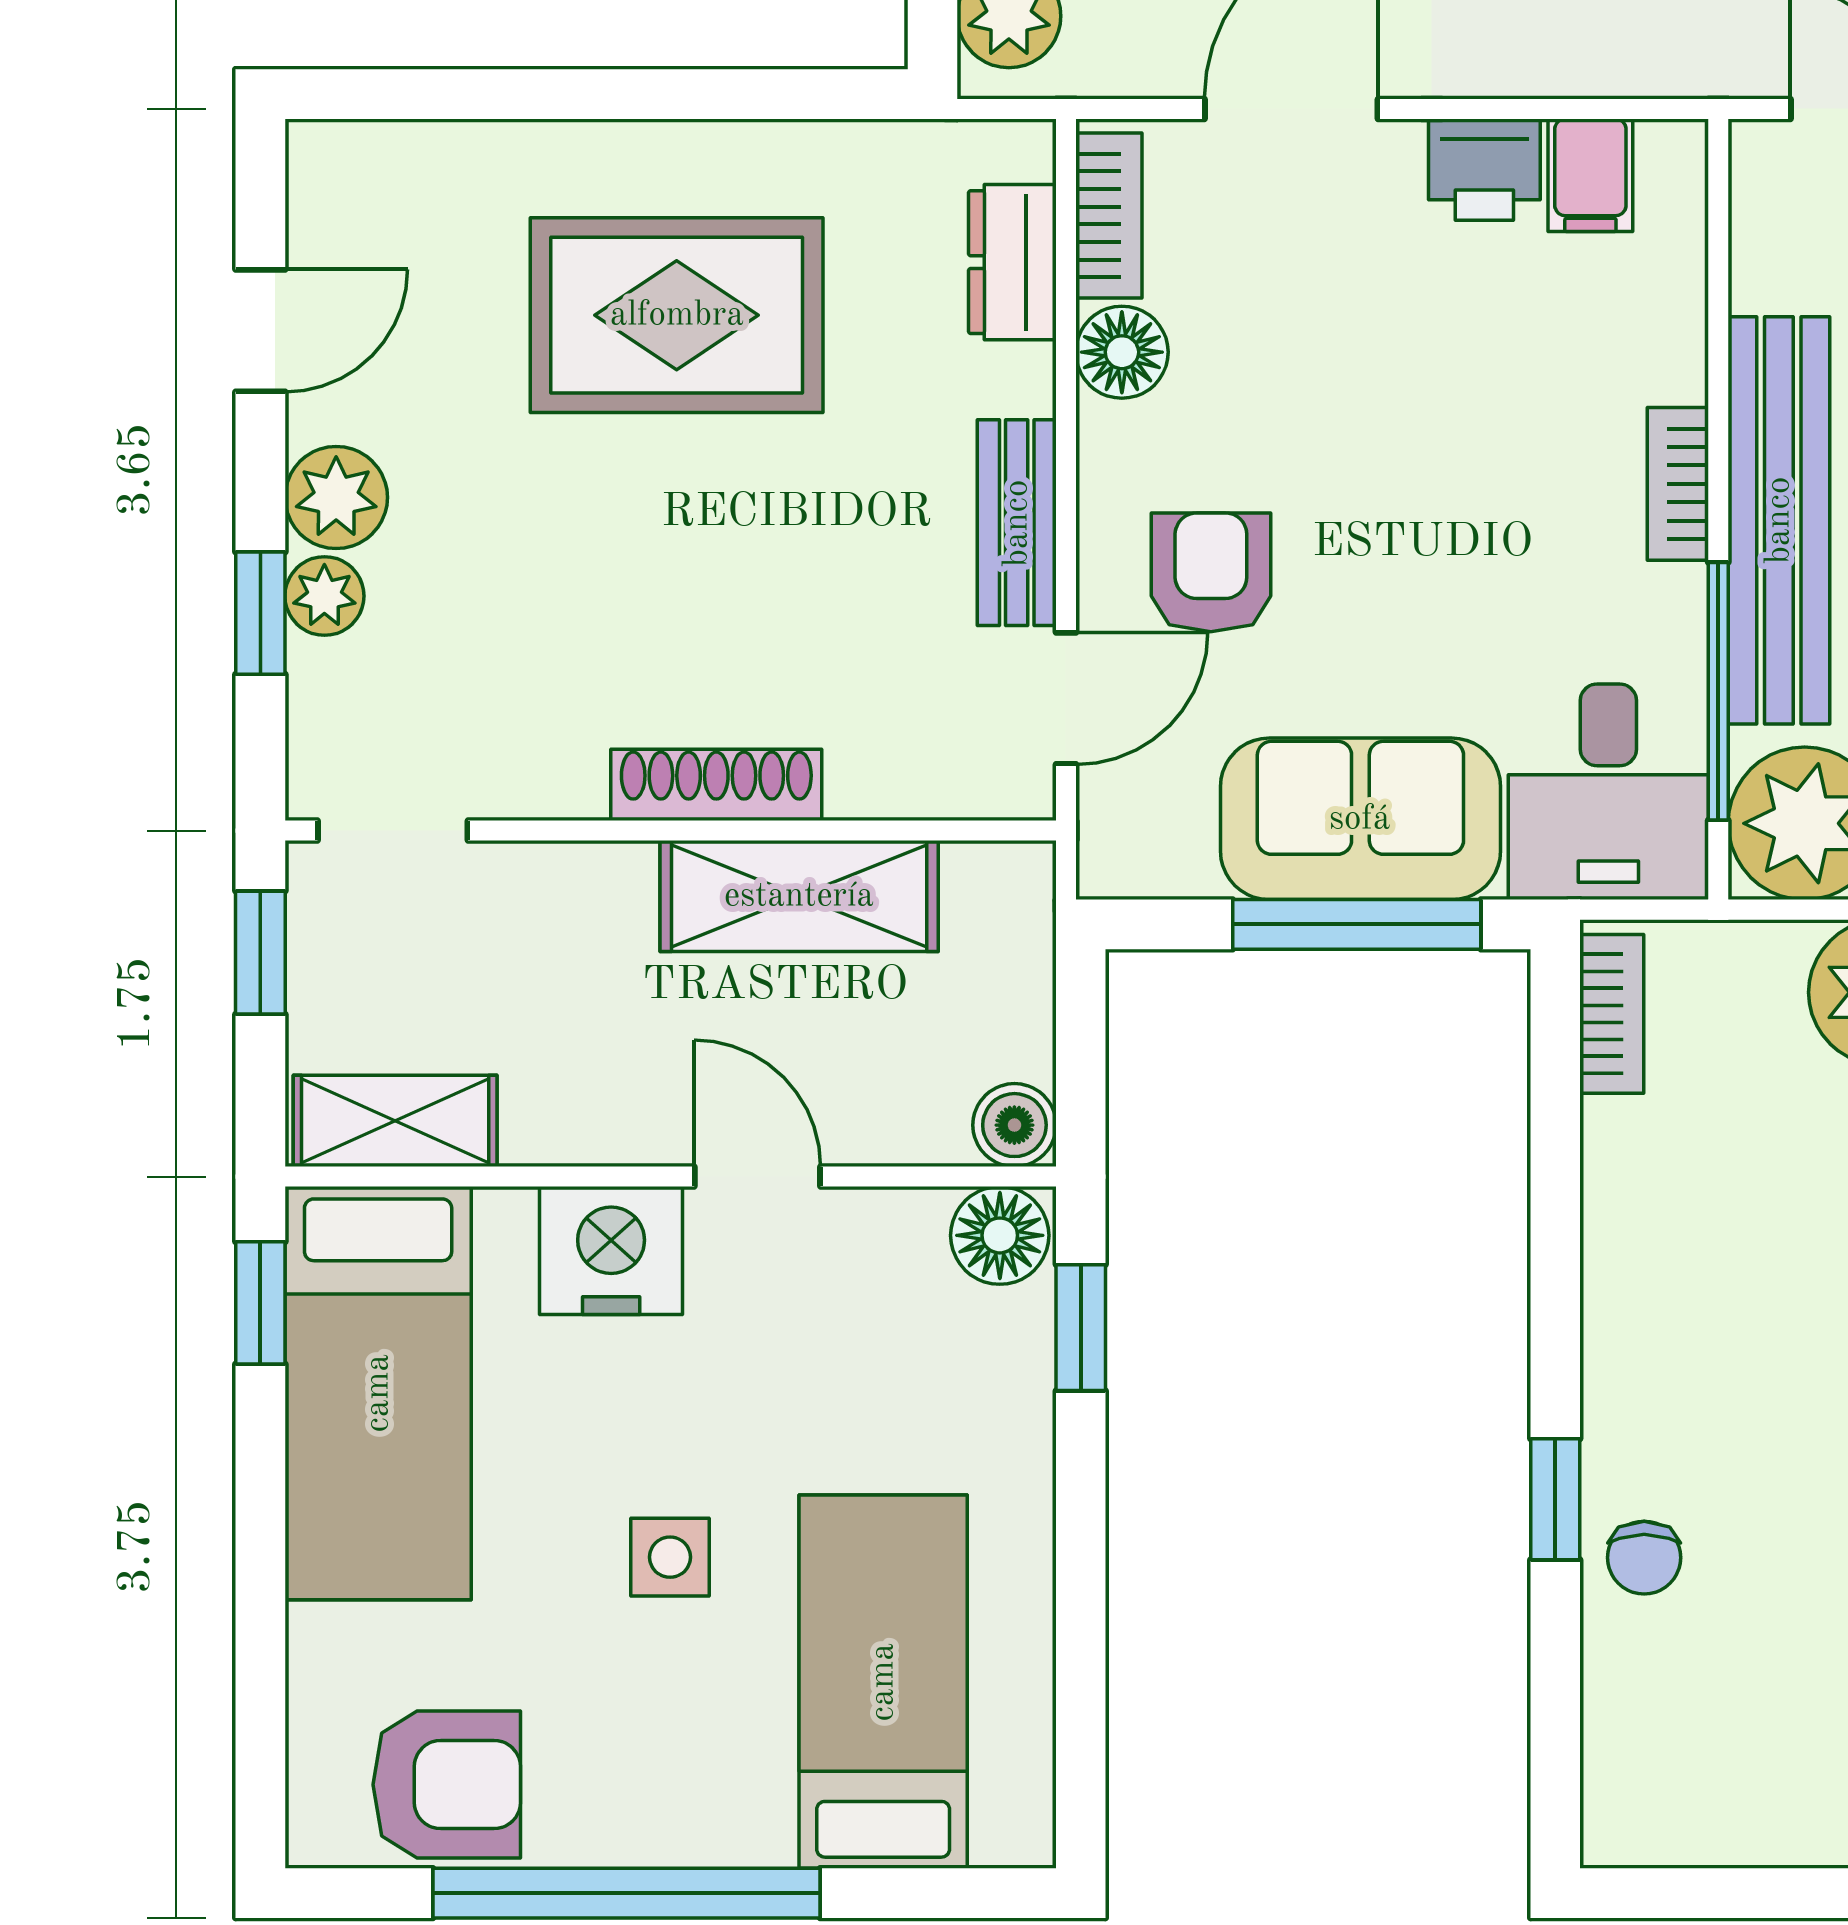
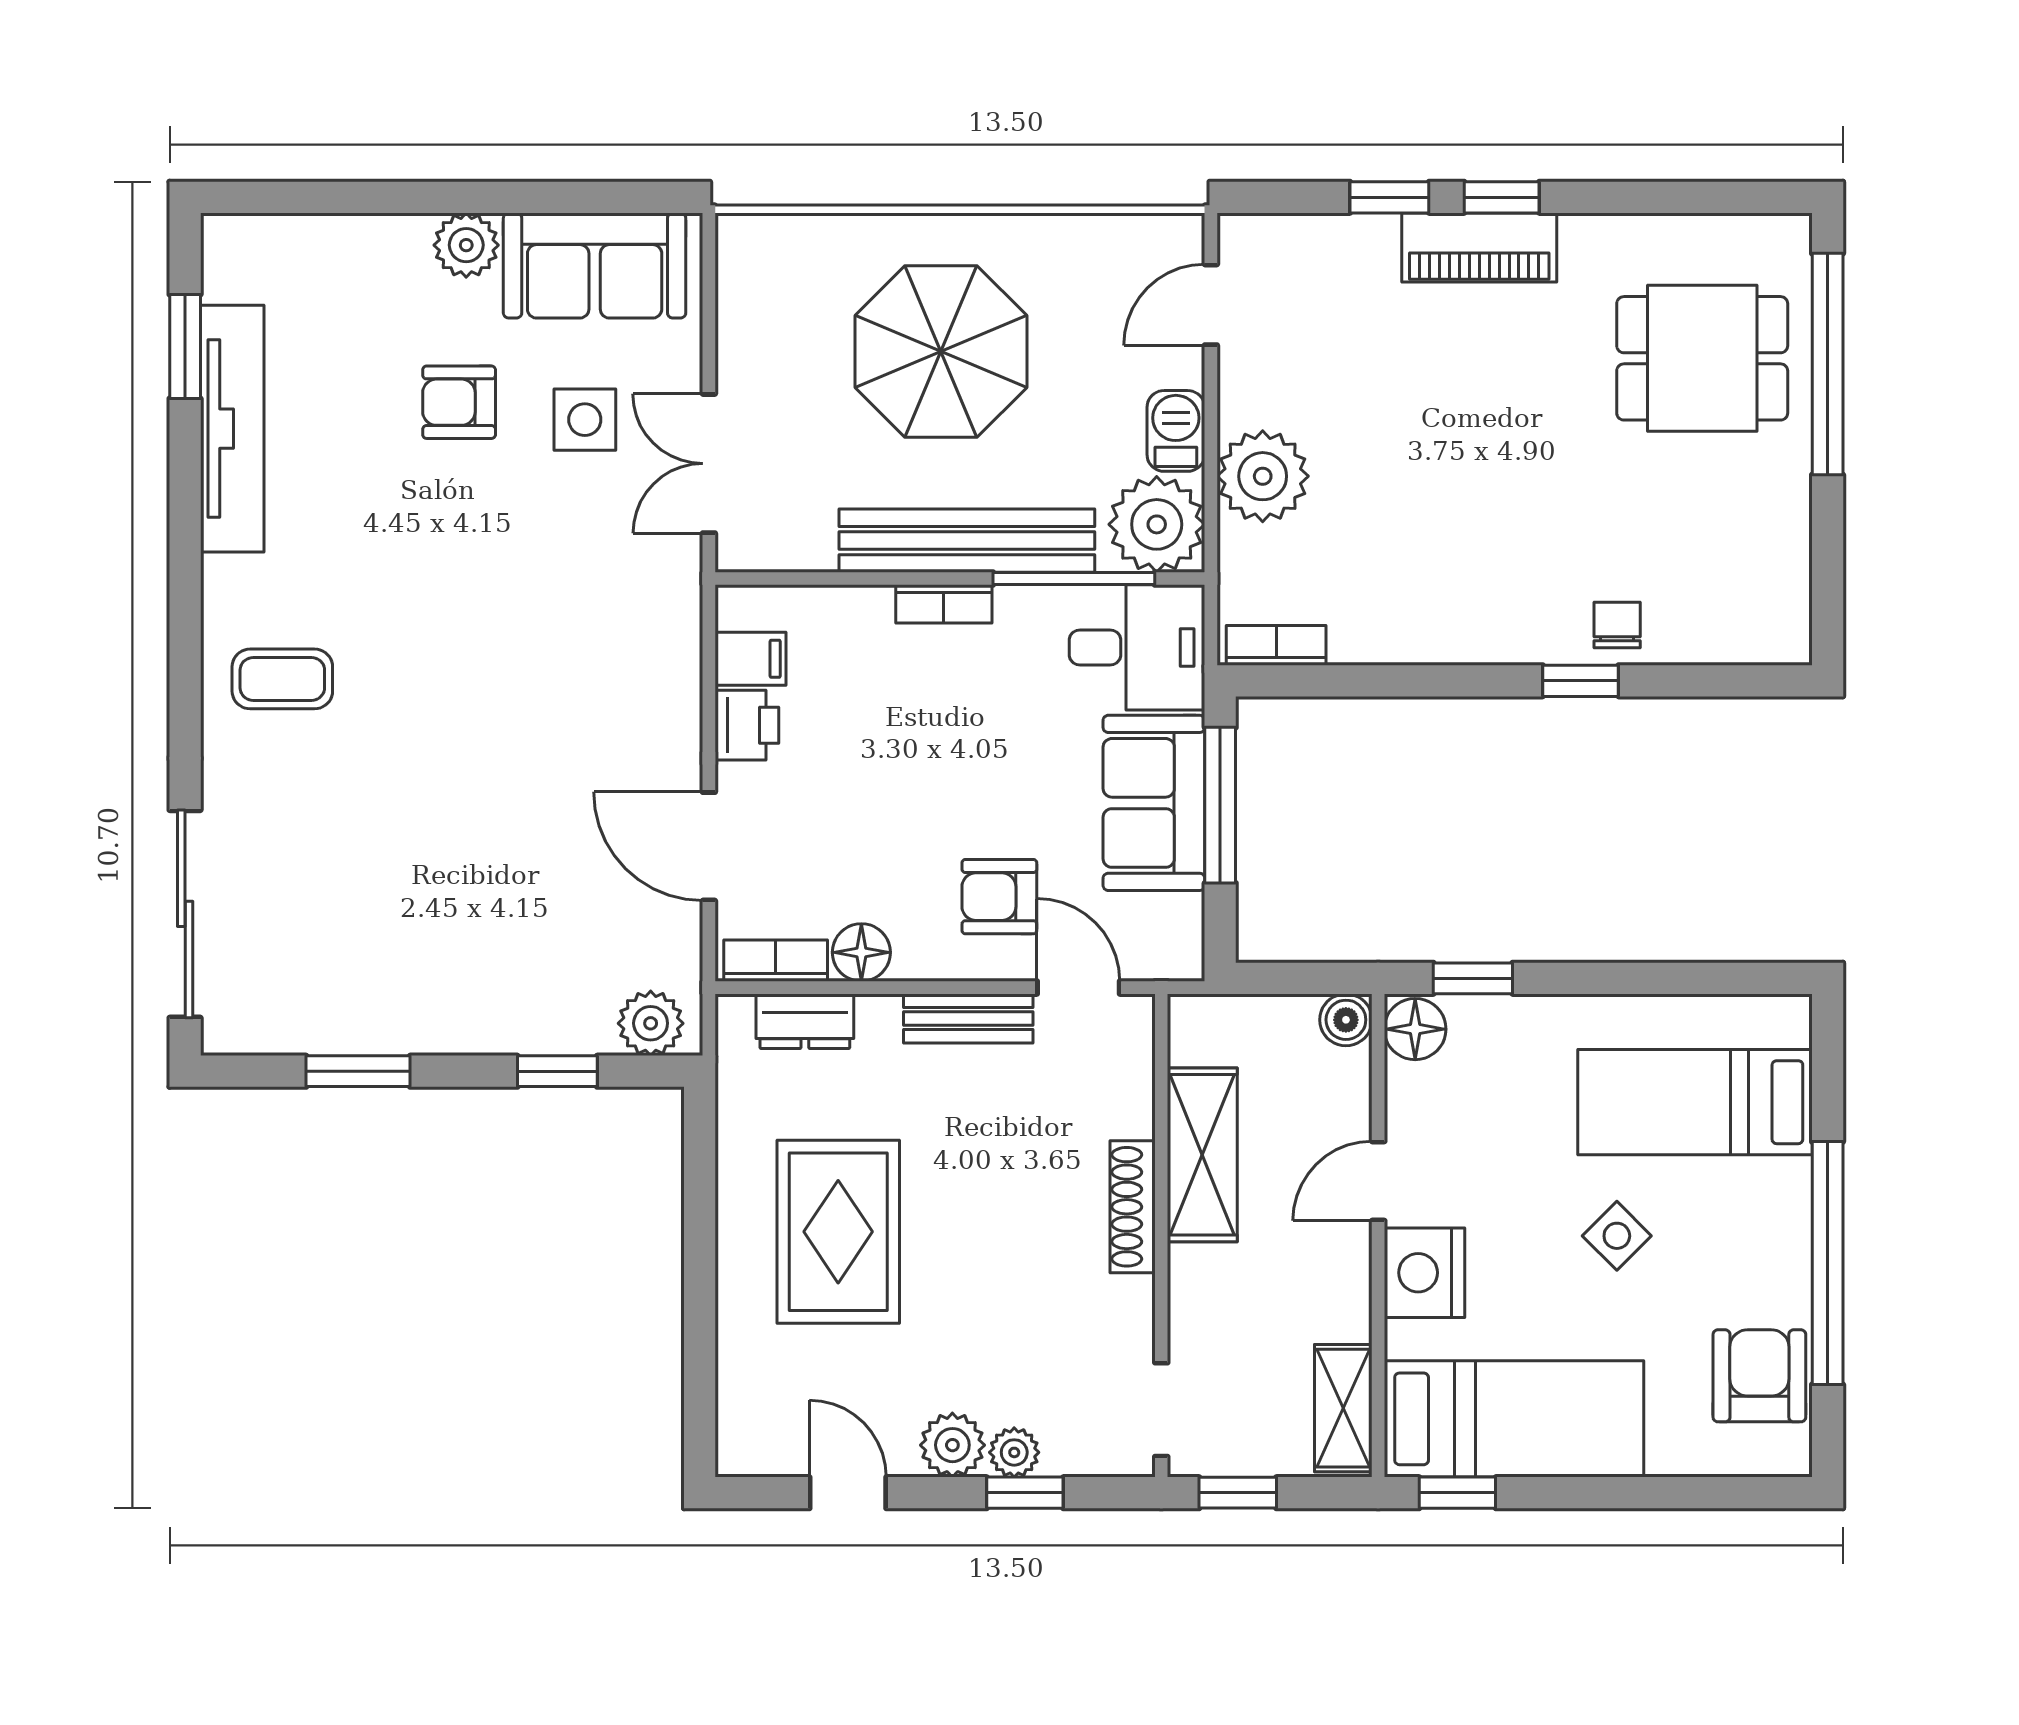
side table: (670, 1557) -> (1617, 1236), turned 45
chair: (1644, 1558) -> (1617, 625), turned -90

